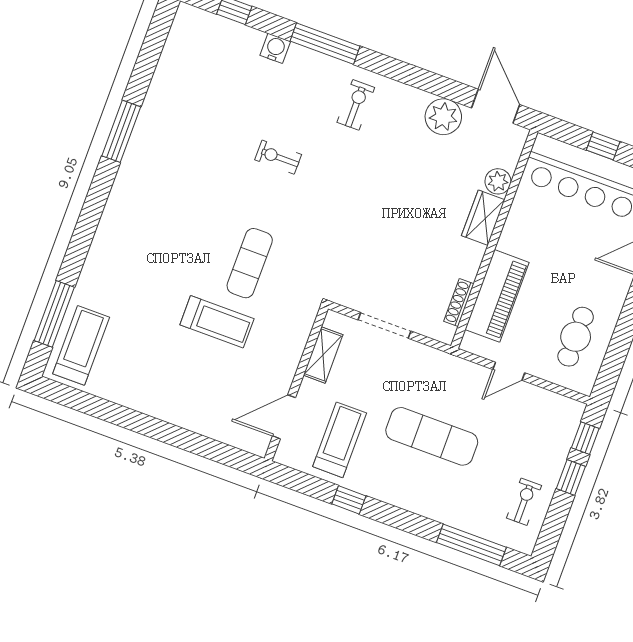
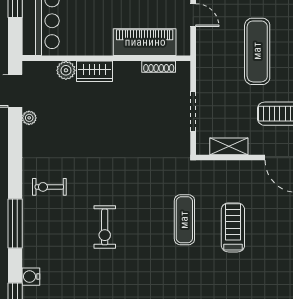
water cooler: (275, 48) -> (31, 277), moved
plant: (443, 117) -> (29, 118), width x0.53, depth x0.53
exercise bike: (278, 157) -> (105, 227), width x1.38, depth x1.39
exercise mat: (250, 263) -> (184, 220), turned 90

